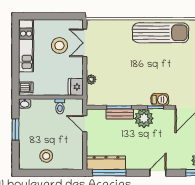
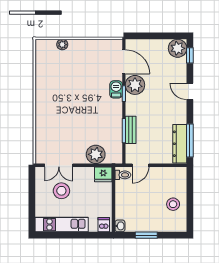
sun lounger: (160, 33) -> (49, 89), removed
plant: (91, 79) -> (96, 154), width x1.88, depth x1.88
toilet: (60, 106) -> (123, 175), moved
plant: (144, 118) -> (135, 85), moved

